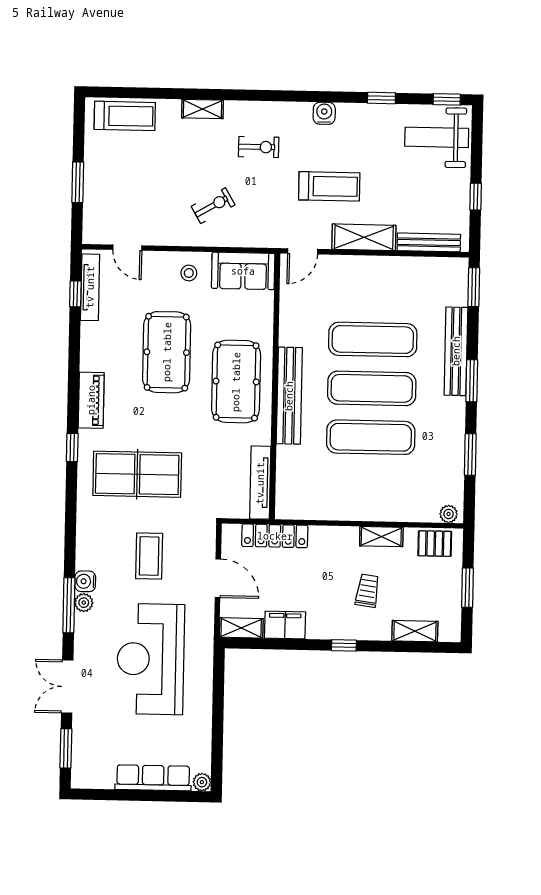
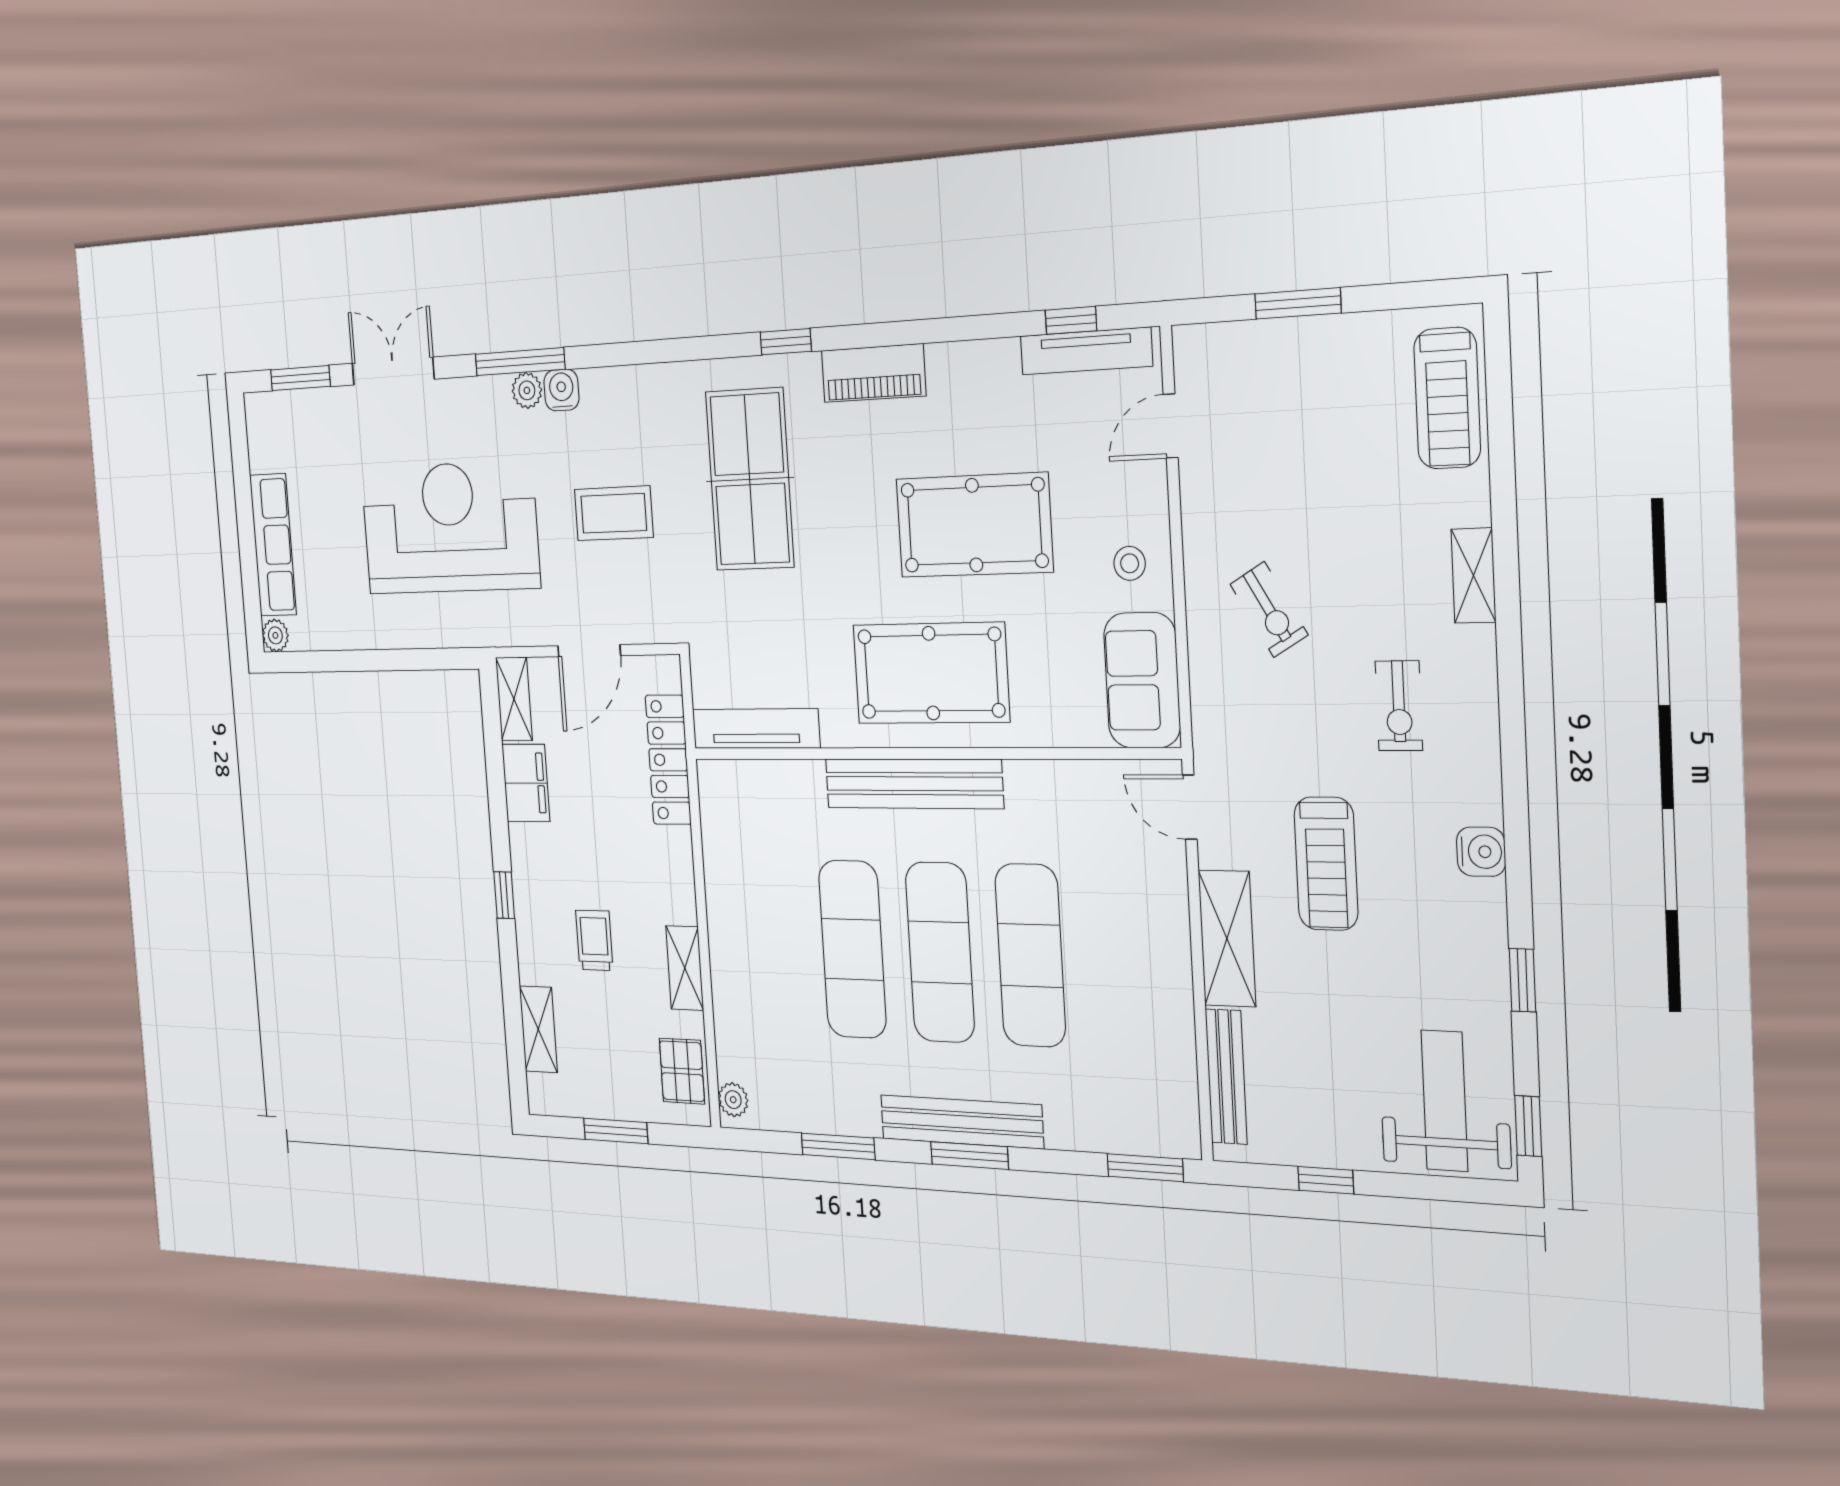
bench: (456, 351) -> (961, 1122), moved
trolley: (367, 591) -> (594, 940), turned -98

